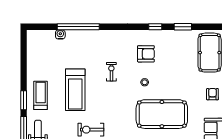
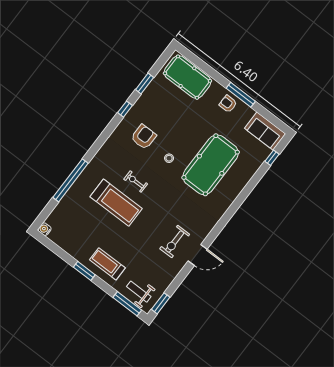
water cooler: (60, 34) -> (45, 229), moved
treadmill: (75, 90) -> (116, 203), moved
window: (24, 100) -> (84, 271), moved

